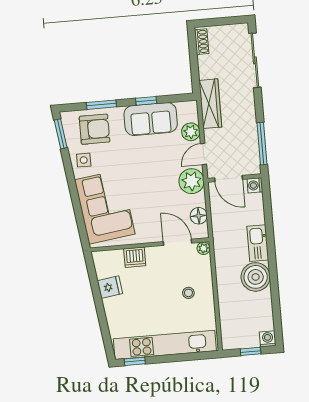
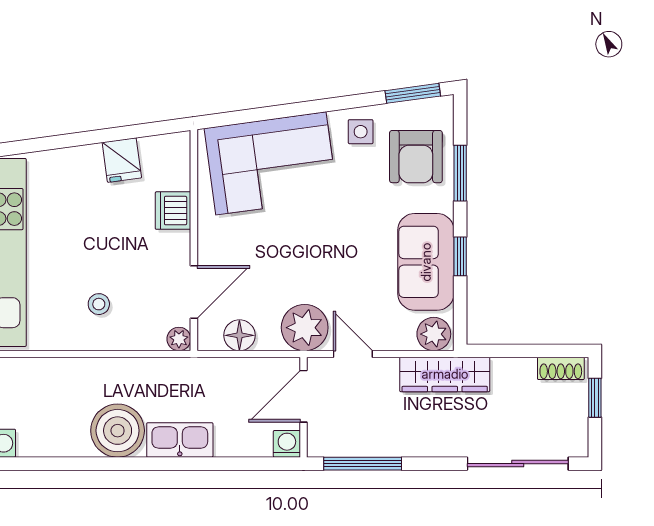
window: (216, 22) -> (595, 398), added
plant: (191, 132) -> (434, 334), moved

